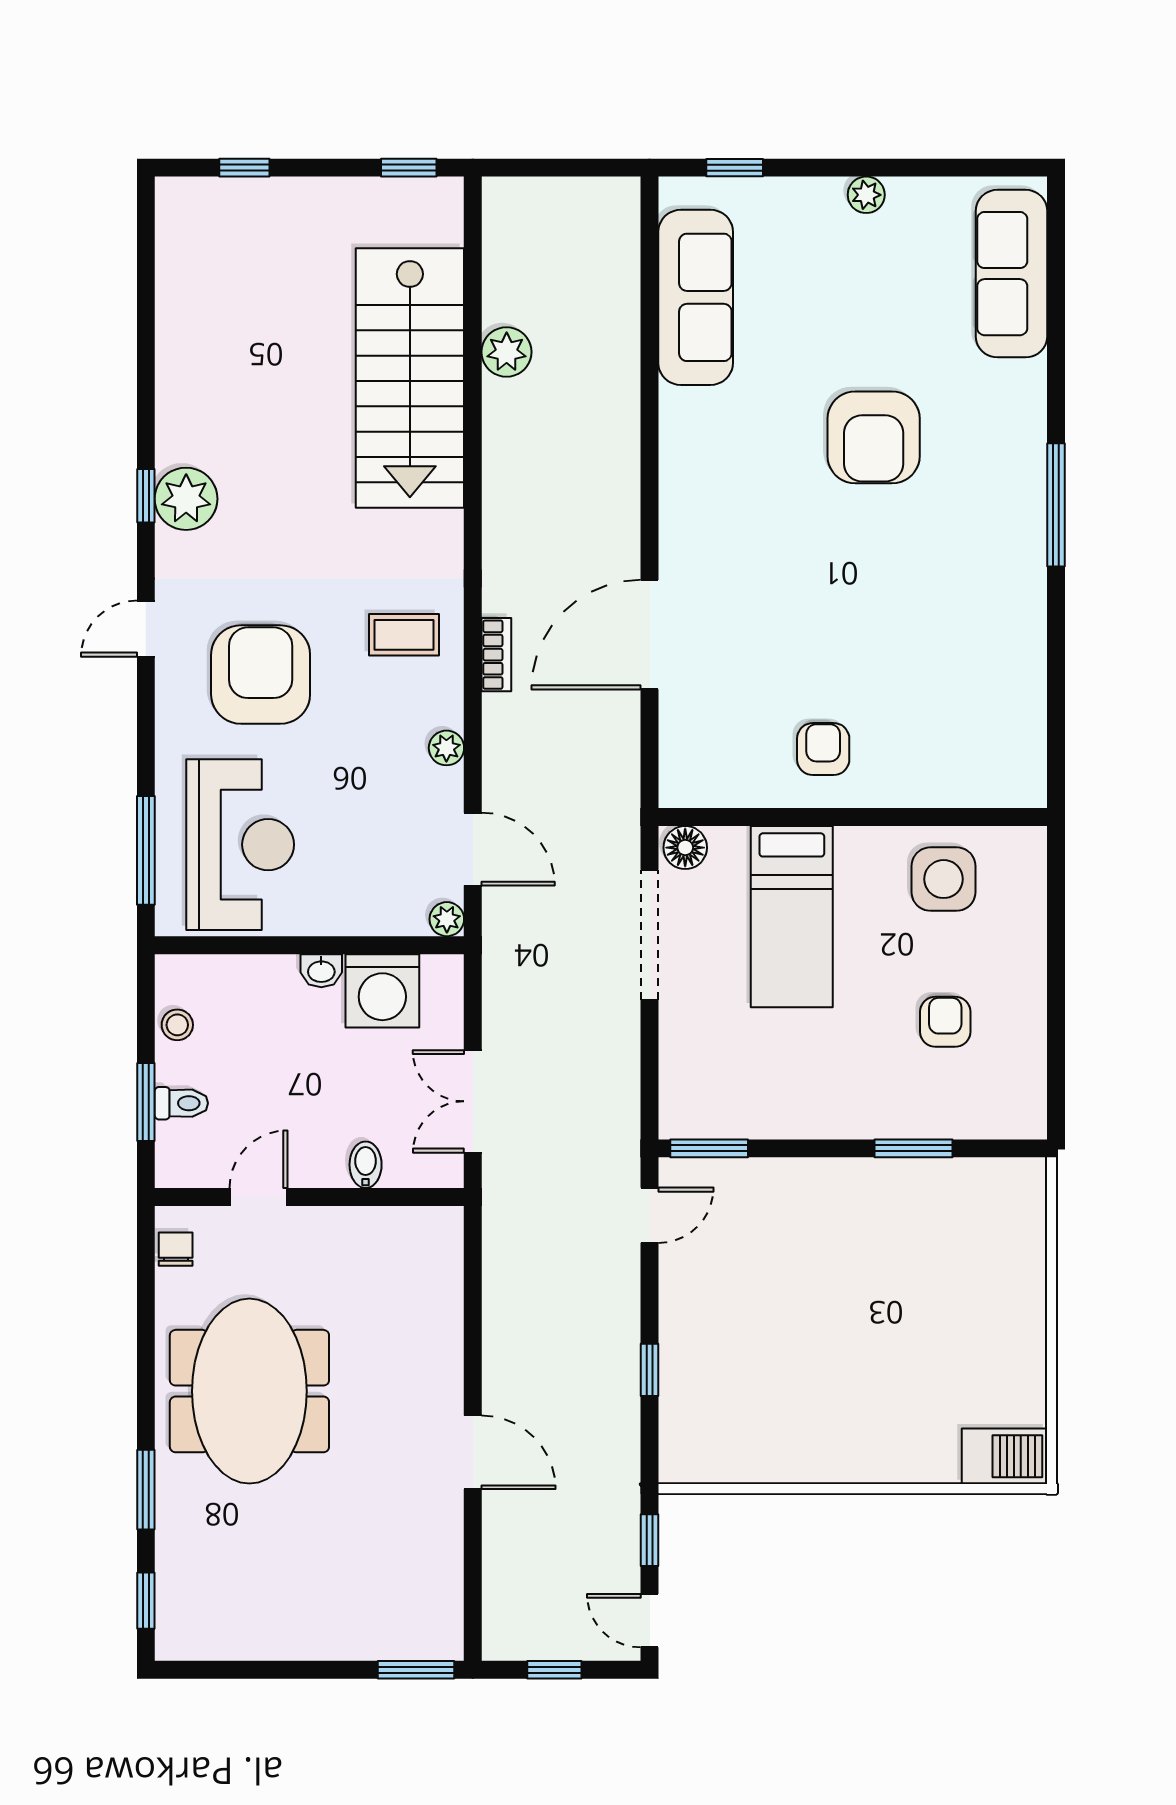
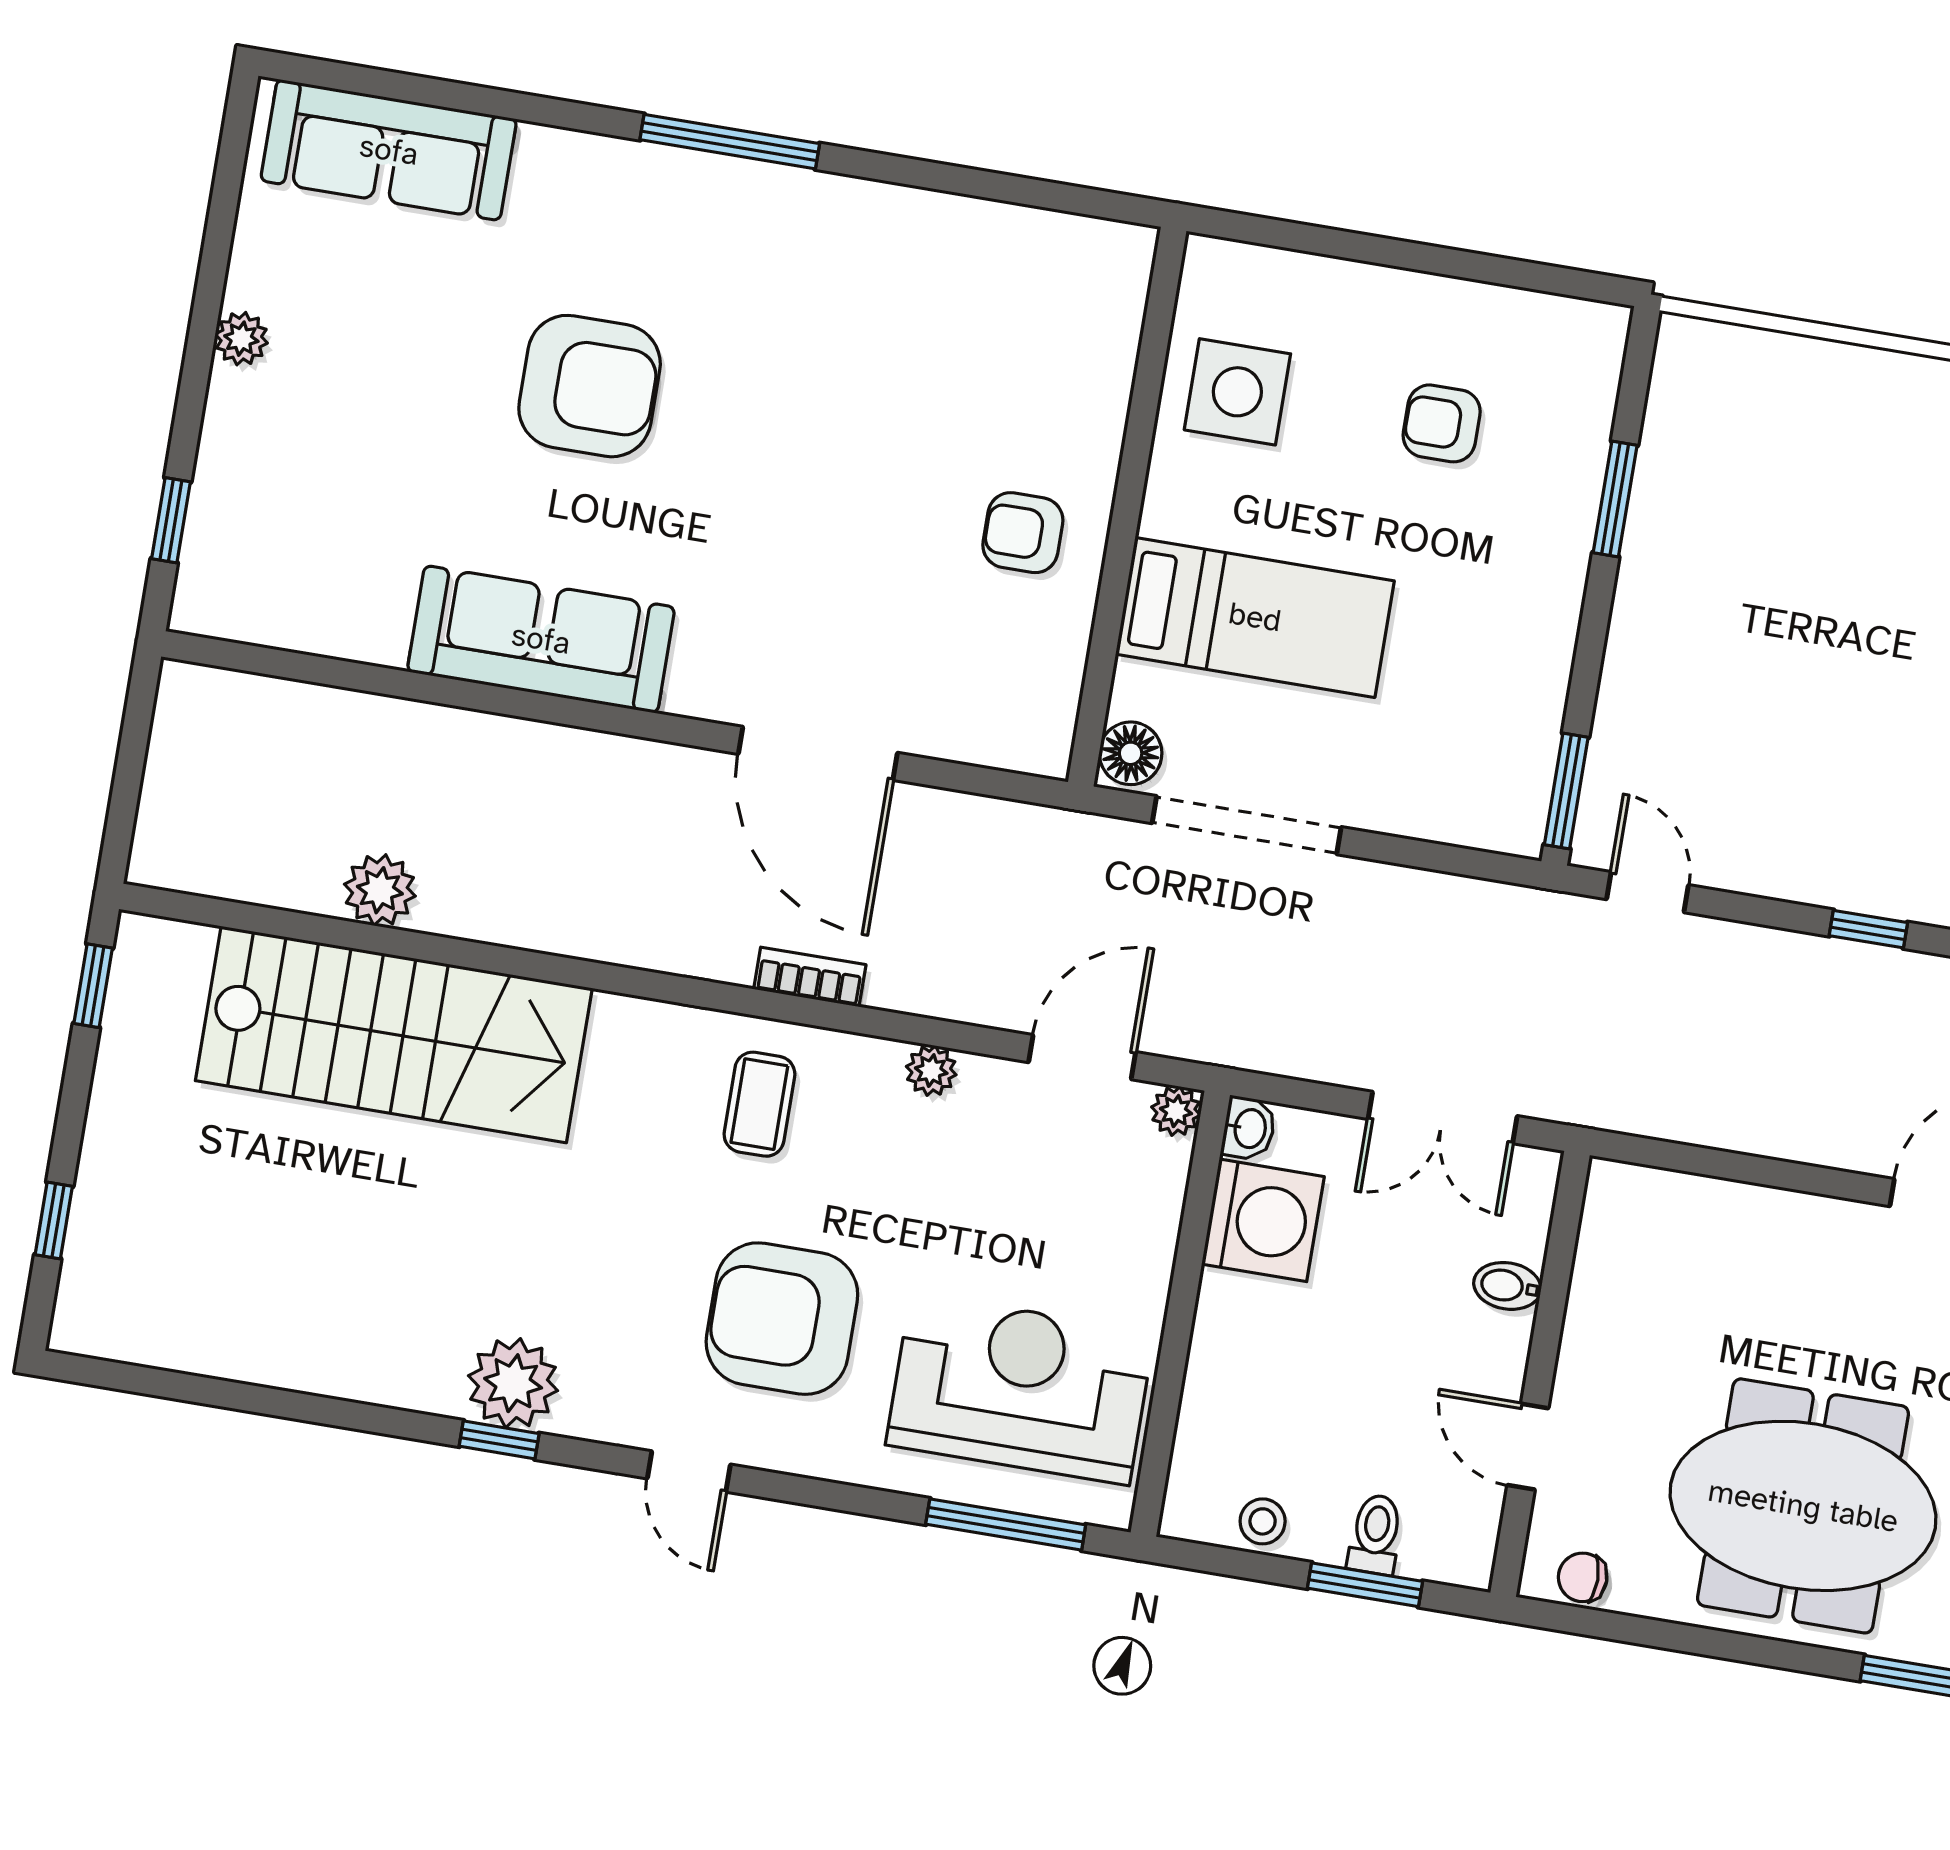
sofa: (696, 297) -> (541, 639), moved
washbasin: (321, 971) -> (1249, 1128), moved

